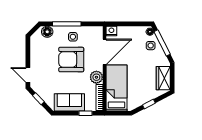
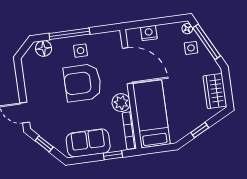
nightstand: (111, 31) -> (149, 33), moved
door: (104, 52) -> (128, 66), hinge flipped

